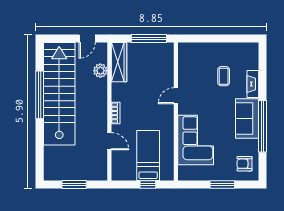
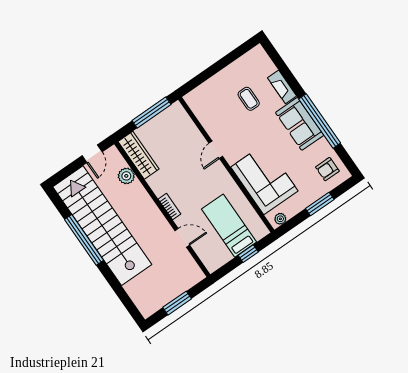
plant: (187, 176) -> (280, 219), added

